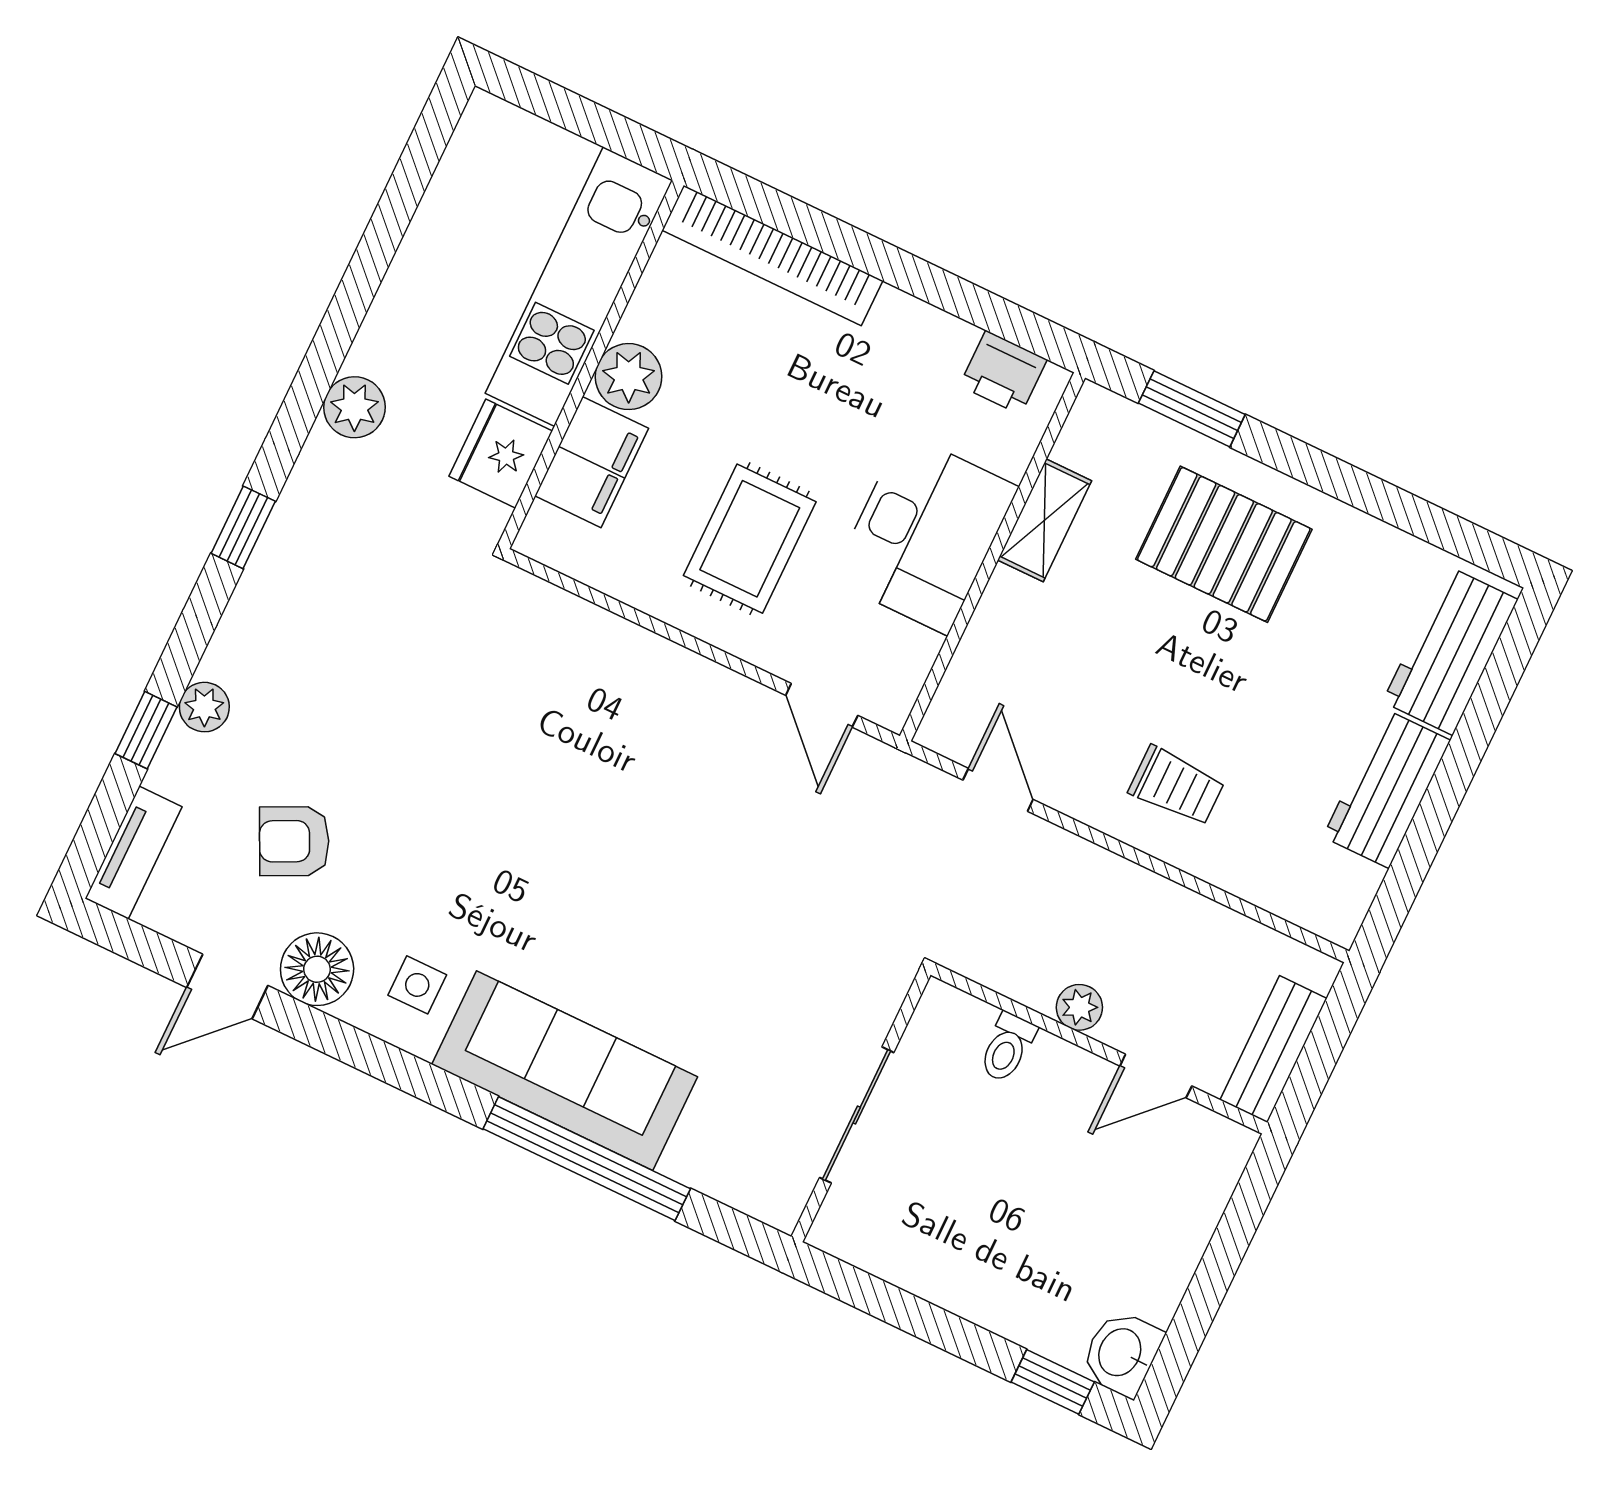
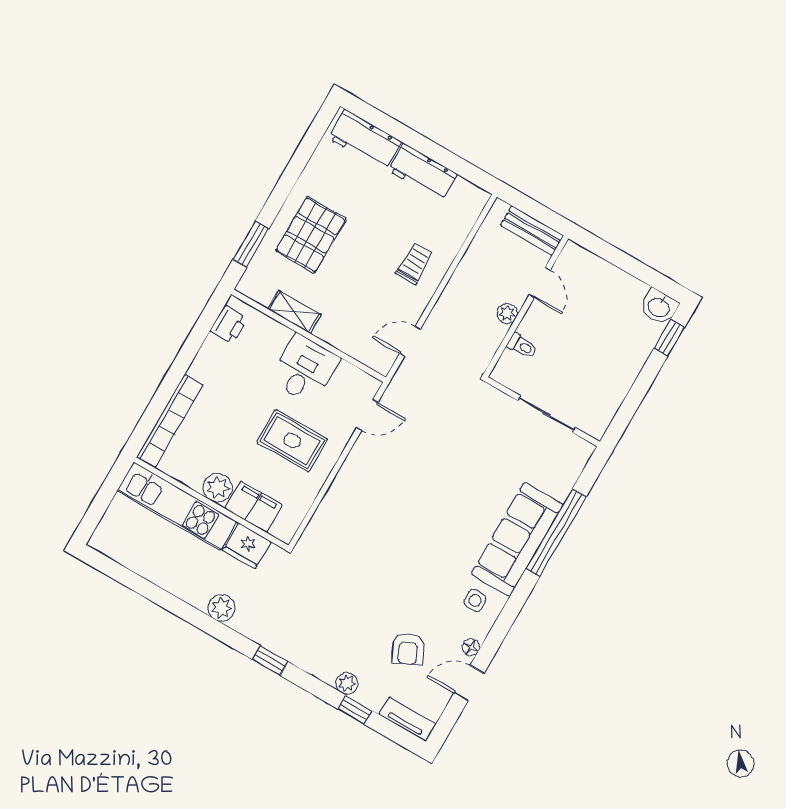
desk: (925, 533) -> (304, 369), width x0.73
floor lamp: (317, 969) -> (471, 647), width x0.53, depth x0.53
door: (227, 986) -> (469, 683), swing flipped

